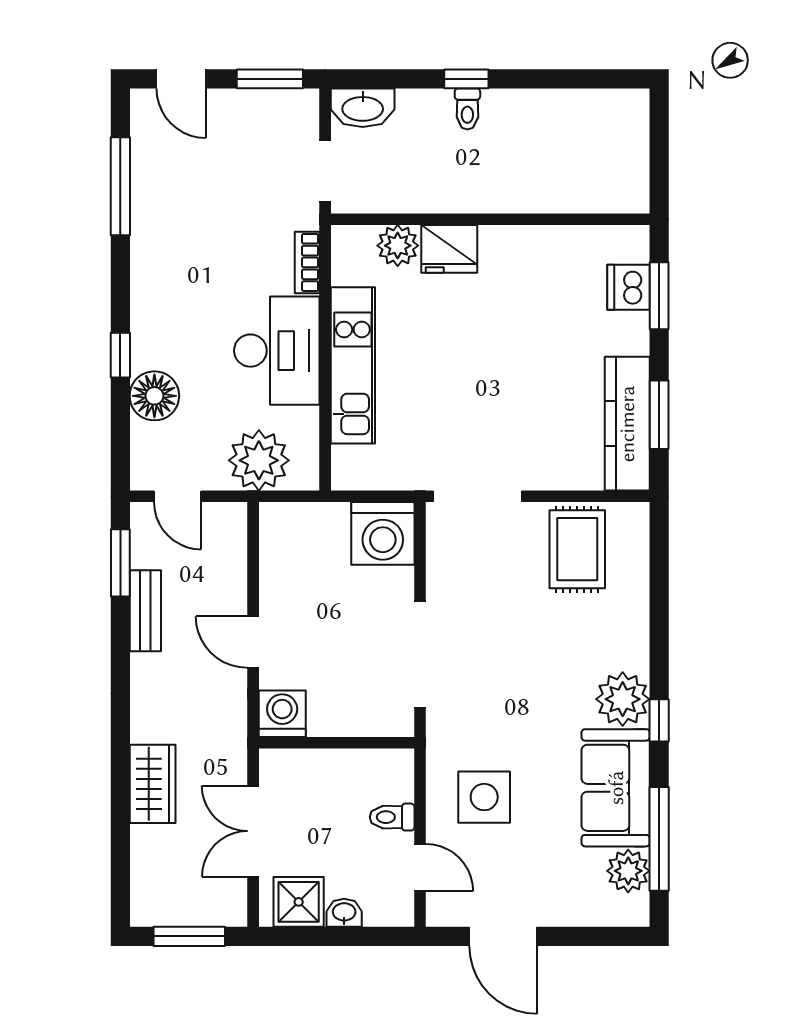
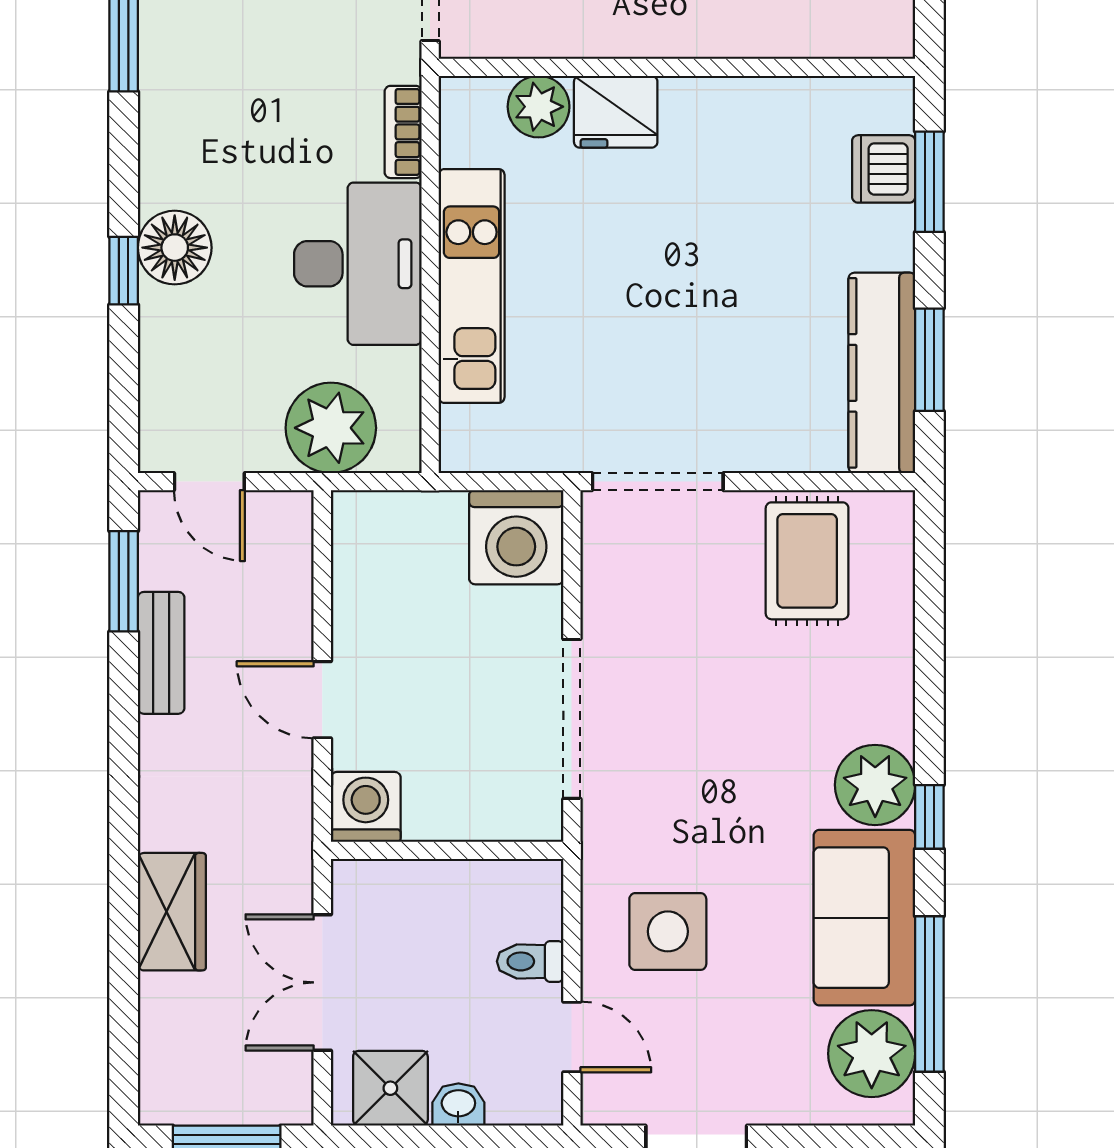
floor lamp: (154, 396) -> (175, 248), moved
plant: (628, 871) -> (872, 1054), width x1.36, depth x1.36

